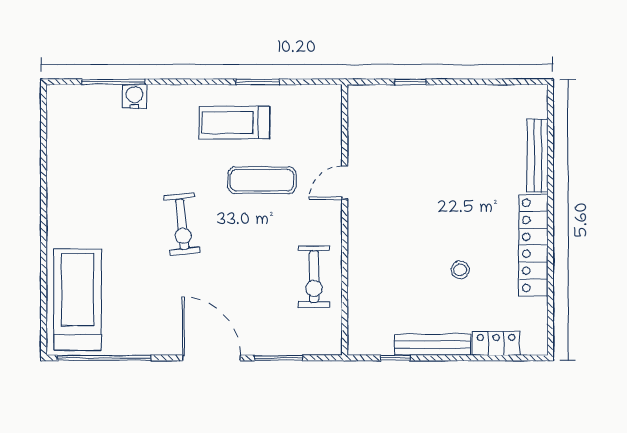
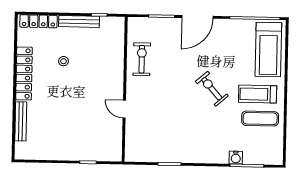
treadmill: (234, 123) -> (258, 94), moved, turned 180
exercise mat: (262, 180) -> (260, 119), moved
door: (345, 183) -> (124, 109), swing flipped
exercise bike: (182, 224) -> (212, 89), turned -35
locker: (496, 343) -> (38, 21), width x1.53
door: (211, 358) -> (197, 17), hinge flipped

